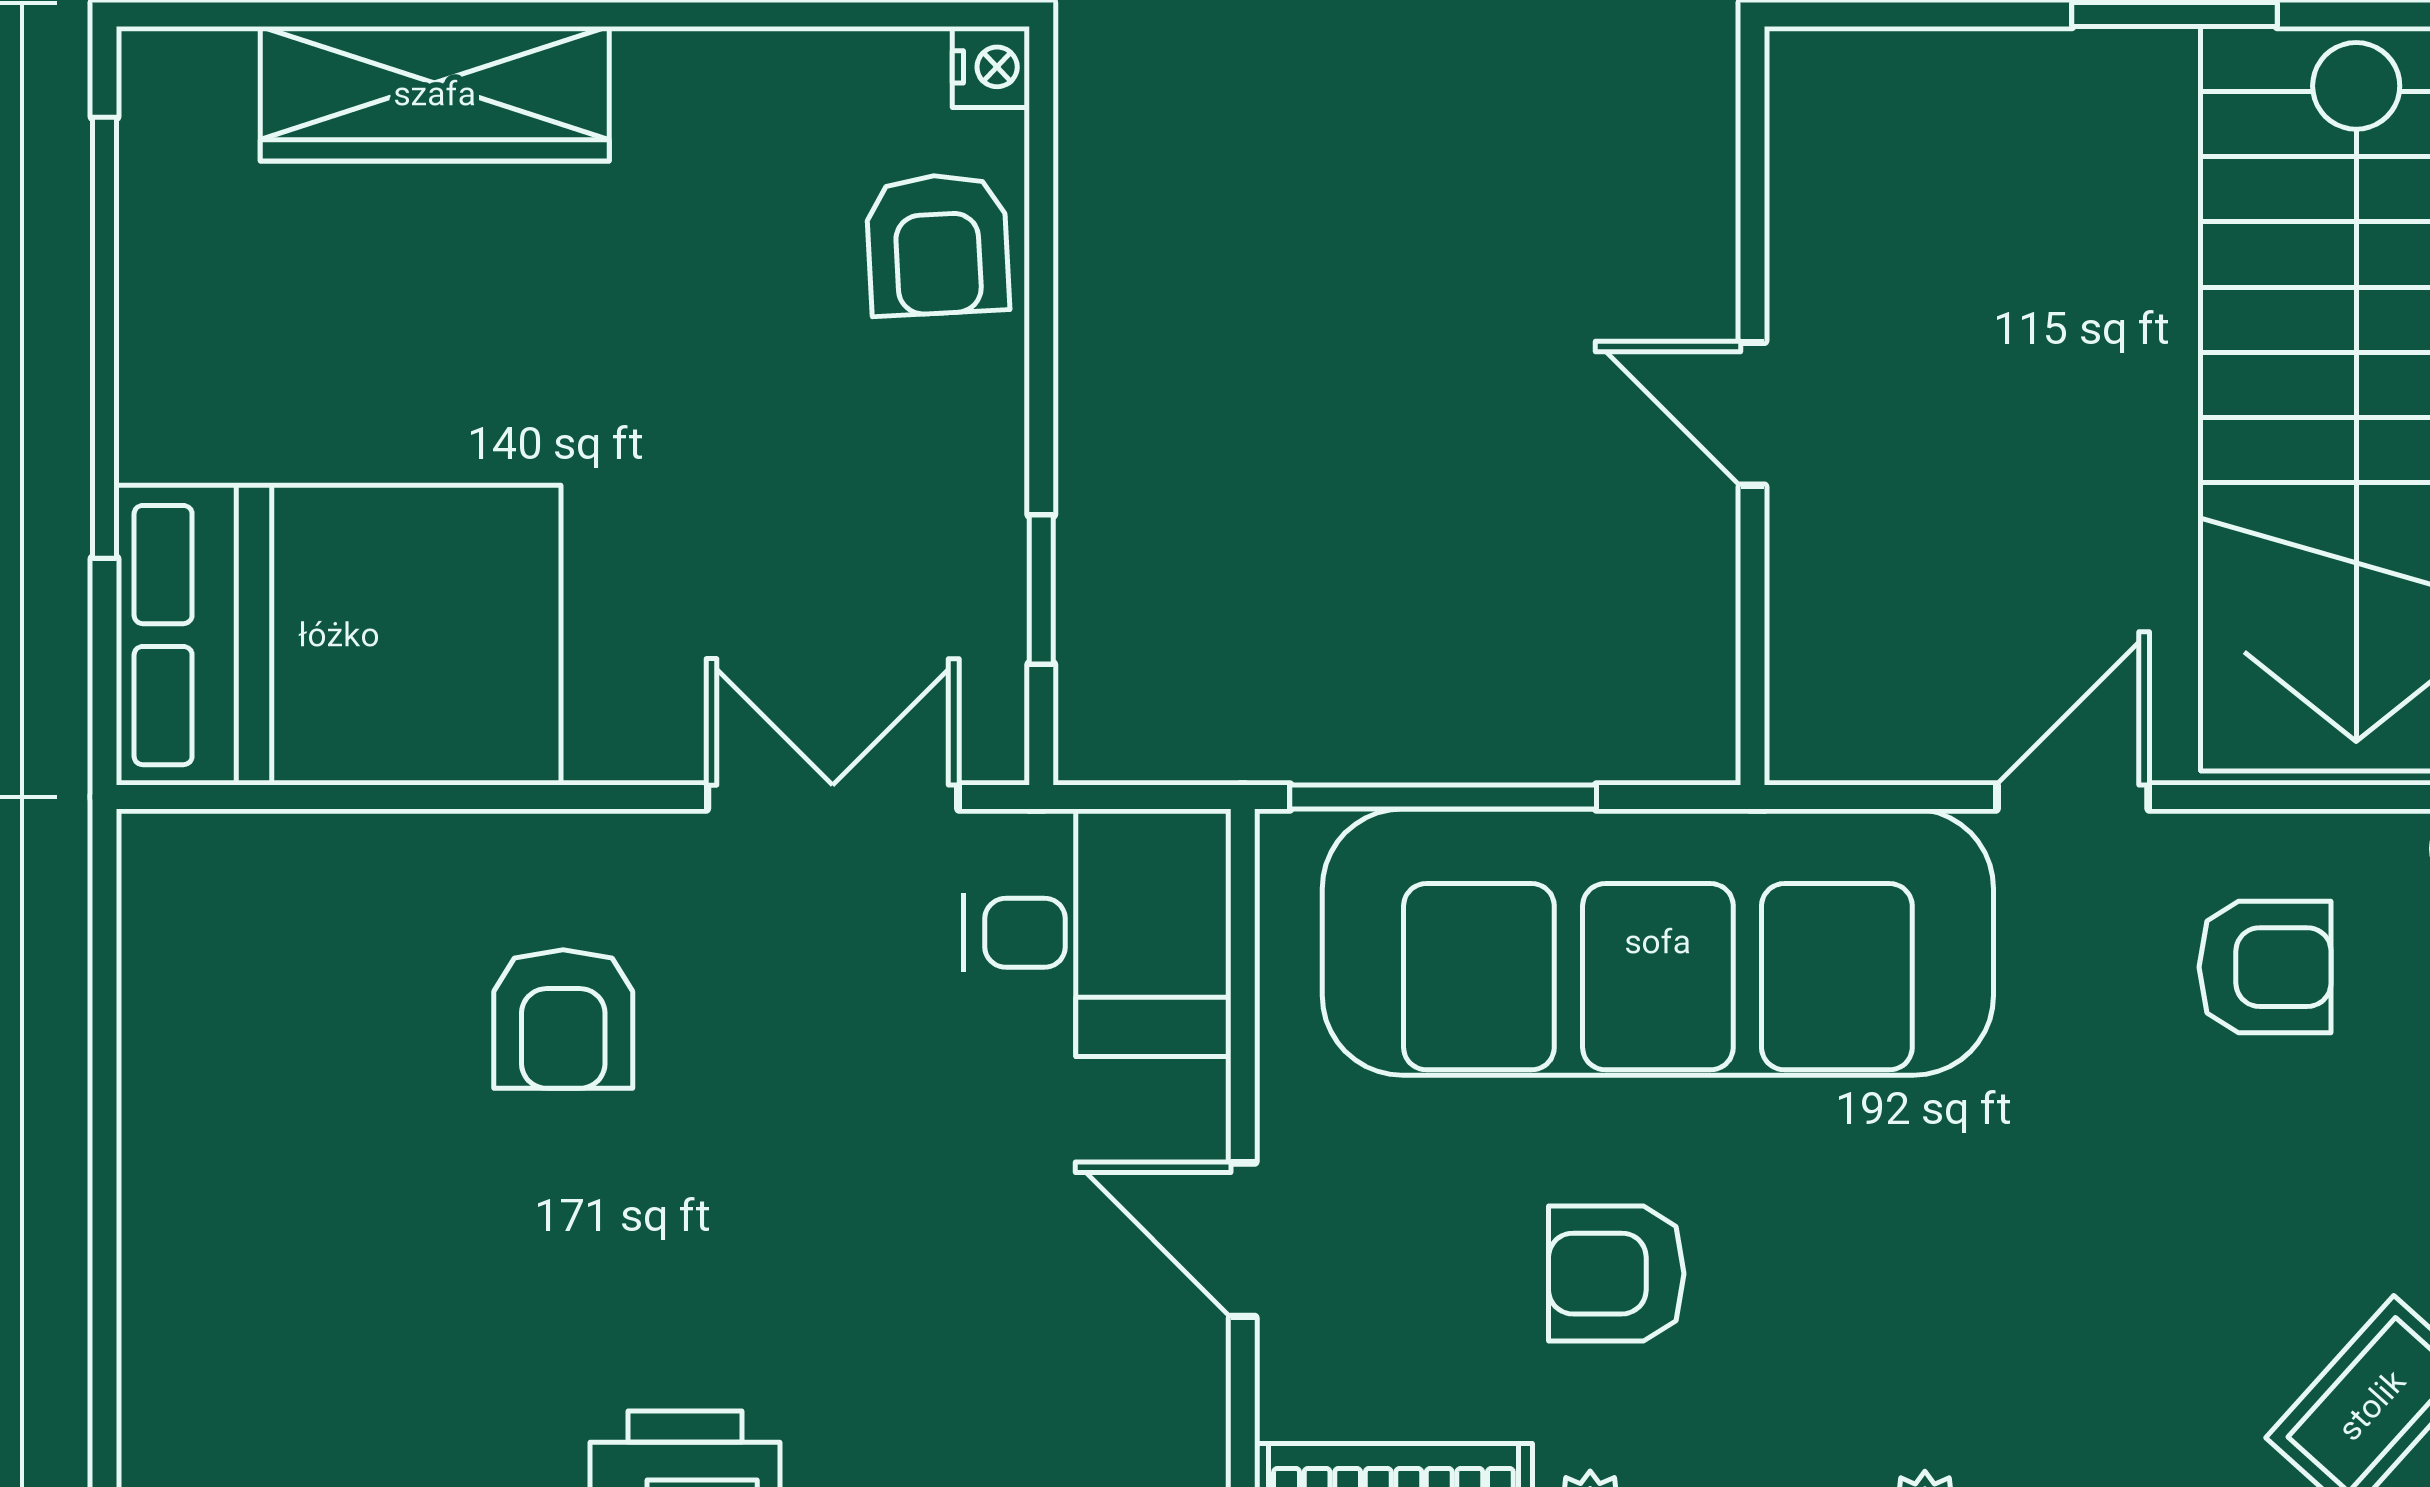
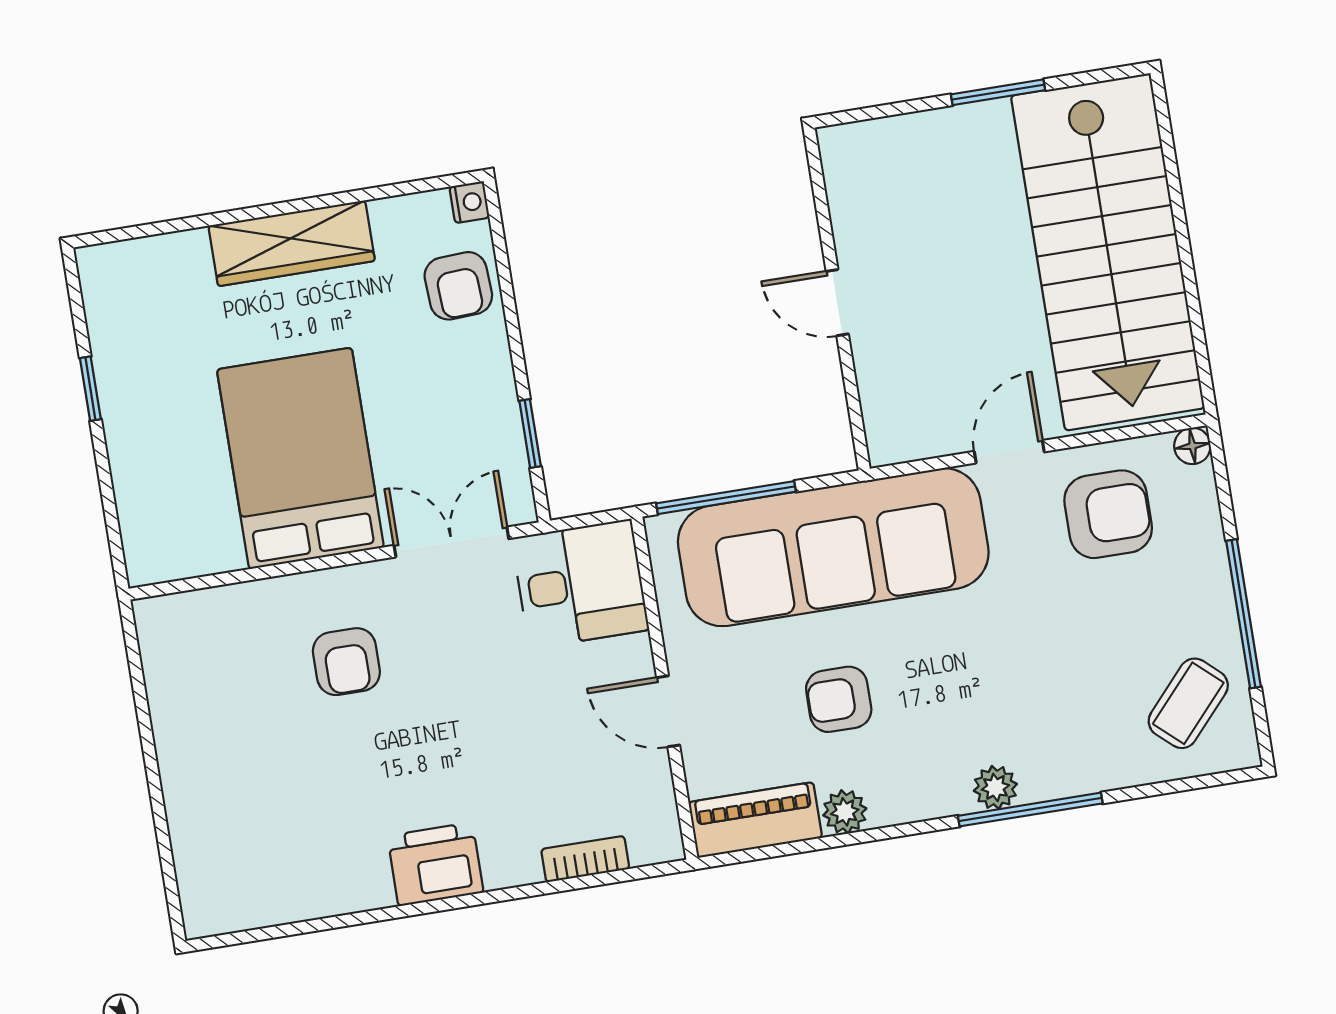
wardrobe: (435, 94) -> (292, 243), moved
window: (105, 338) -> (90, 389), width x0.32
bed: (339, 635) -> (300, 458), moved, turned -90
armchair: (2265, 967) -> (1108, 514), width x1.38, depth x1.38

